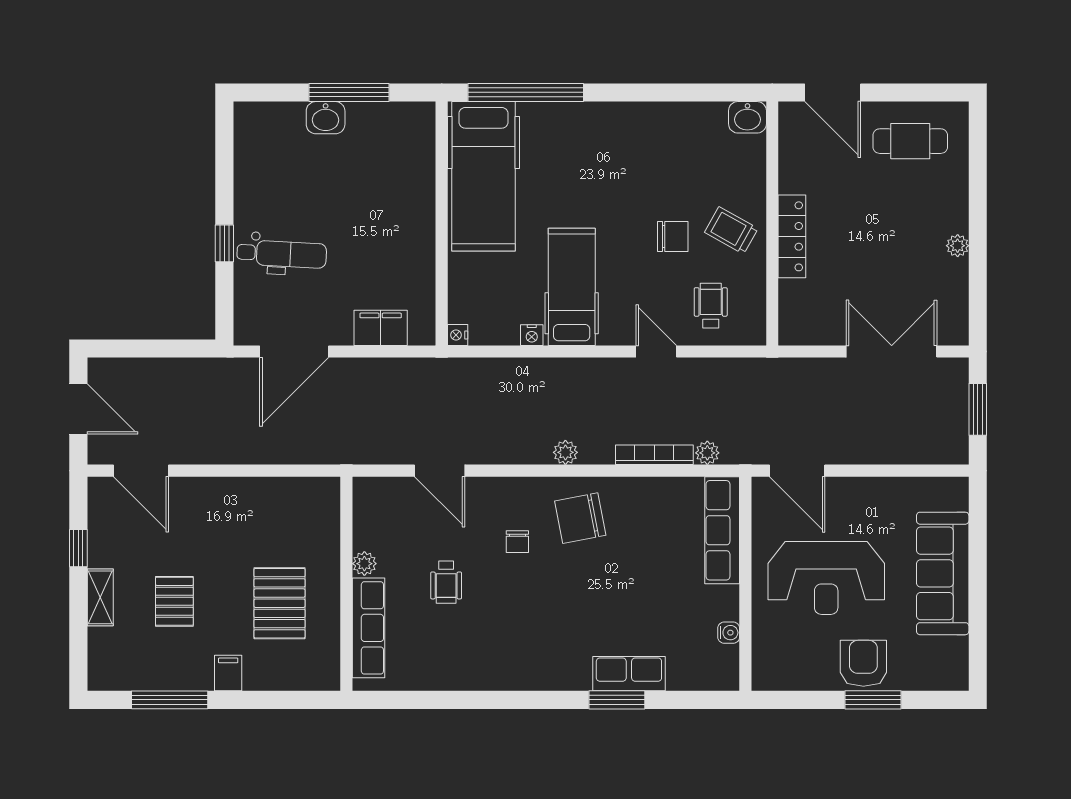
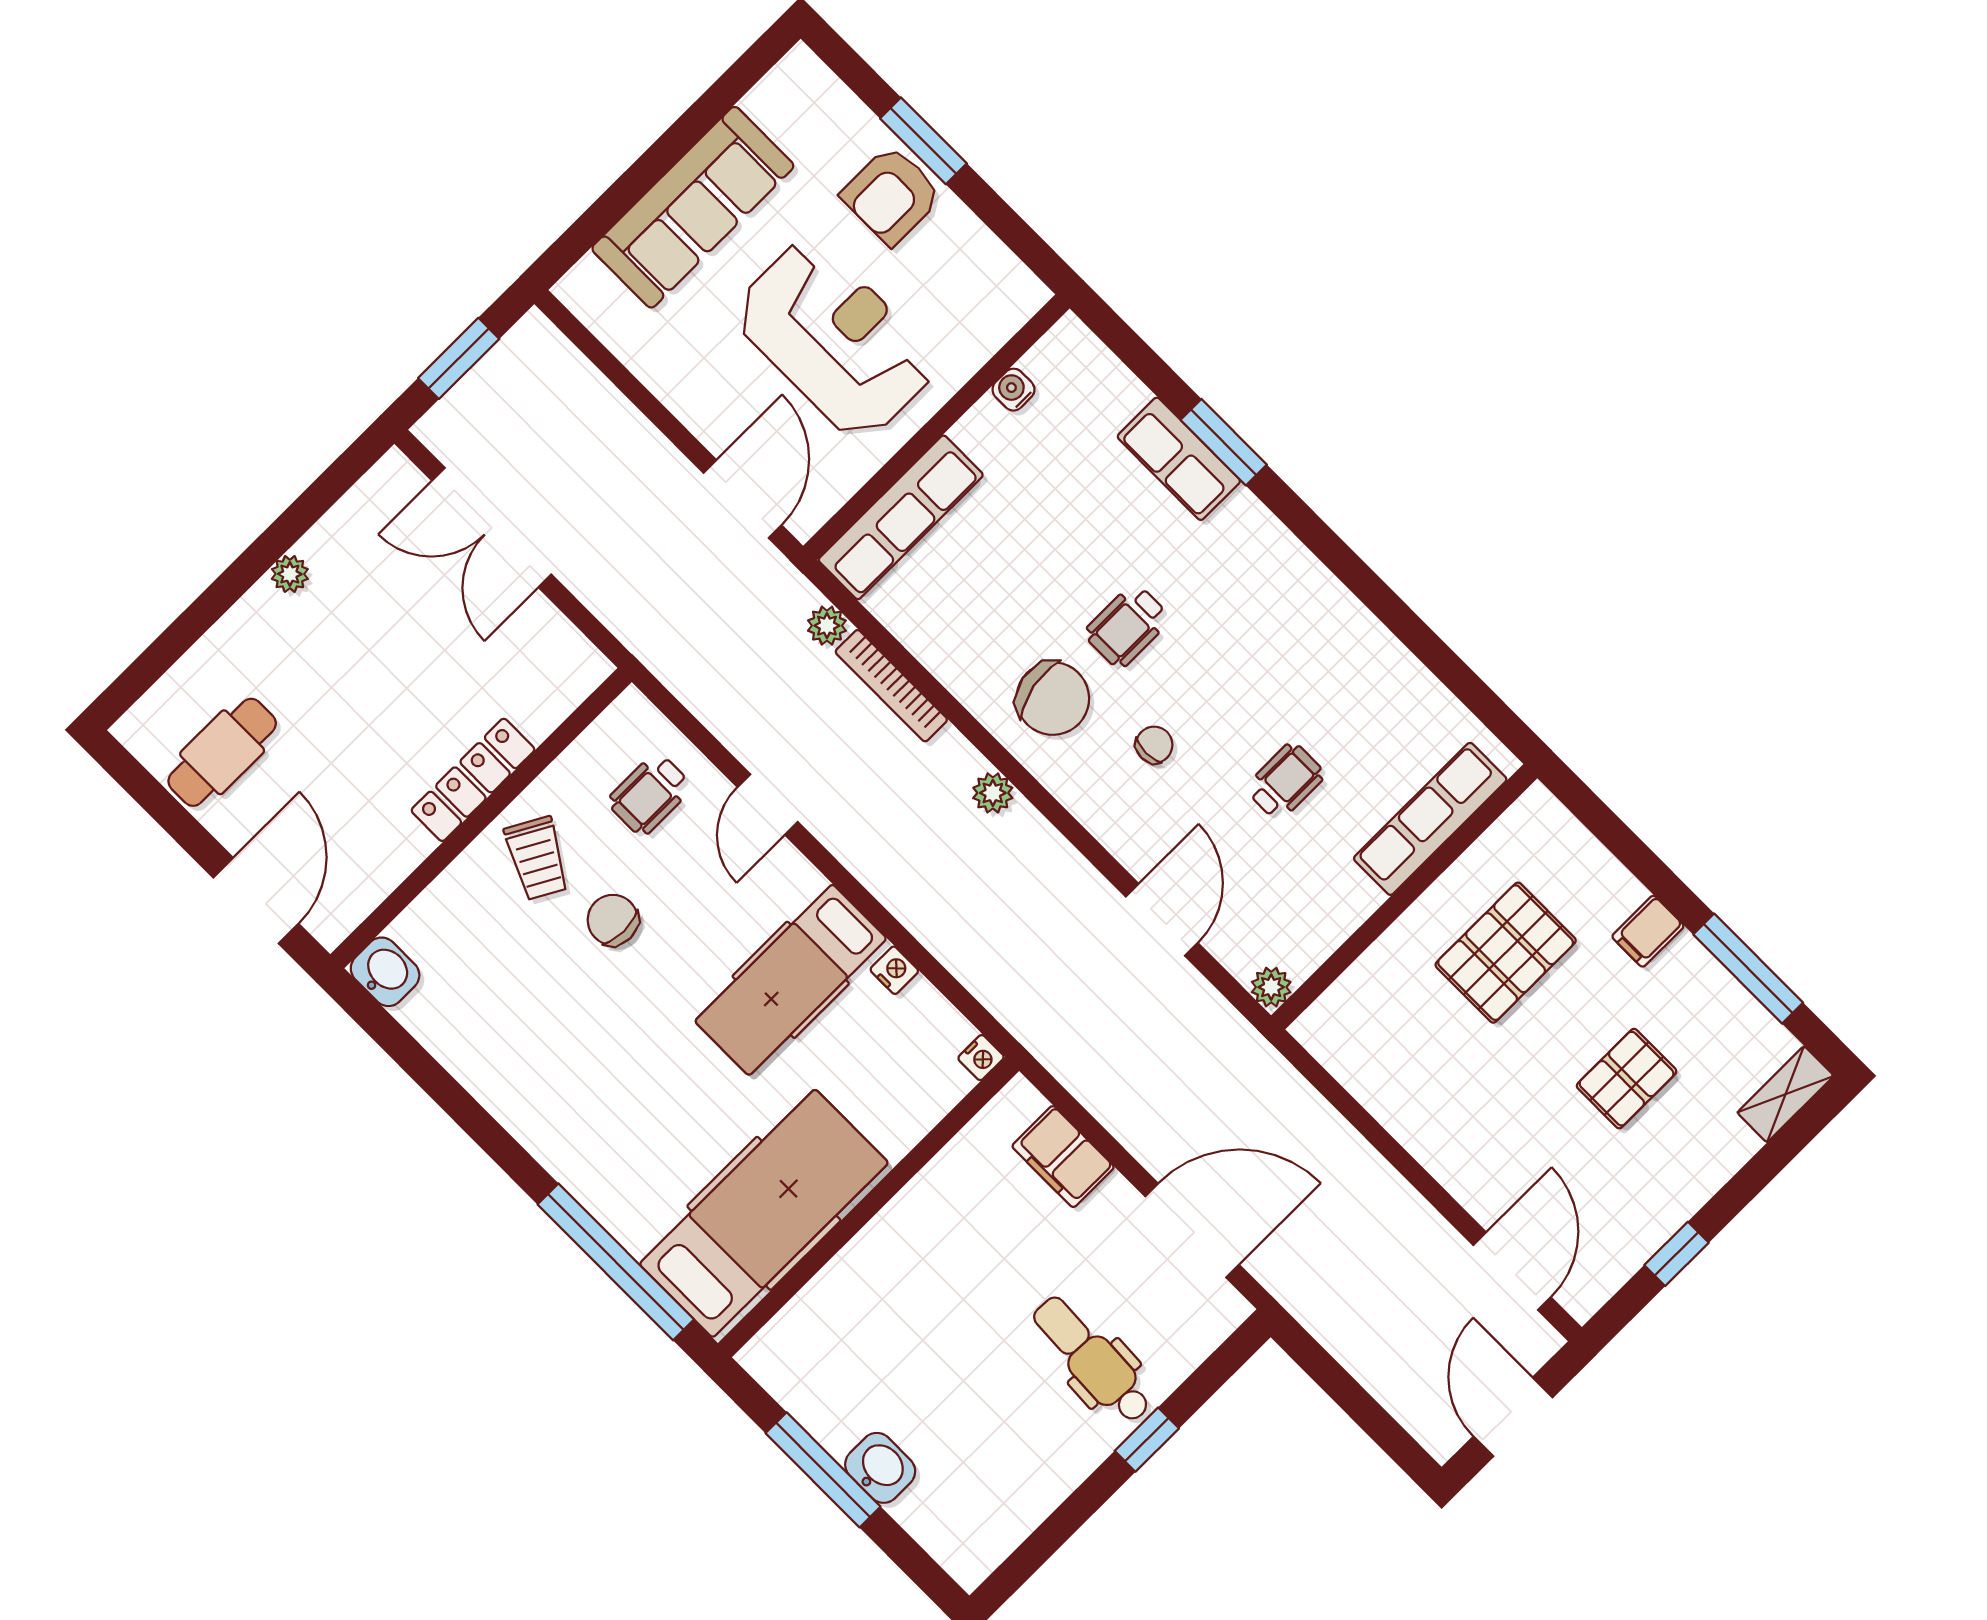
cafe table: (910, 141) -> (222, 752), turned 90
plant: (364, 564) -> (1271, 987), moved
wheelchair: (580, 581) -> (1127, 626), added
shelving: (100, 597) -> (1785, 1094), moved

